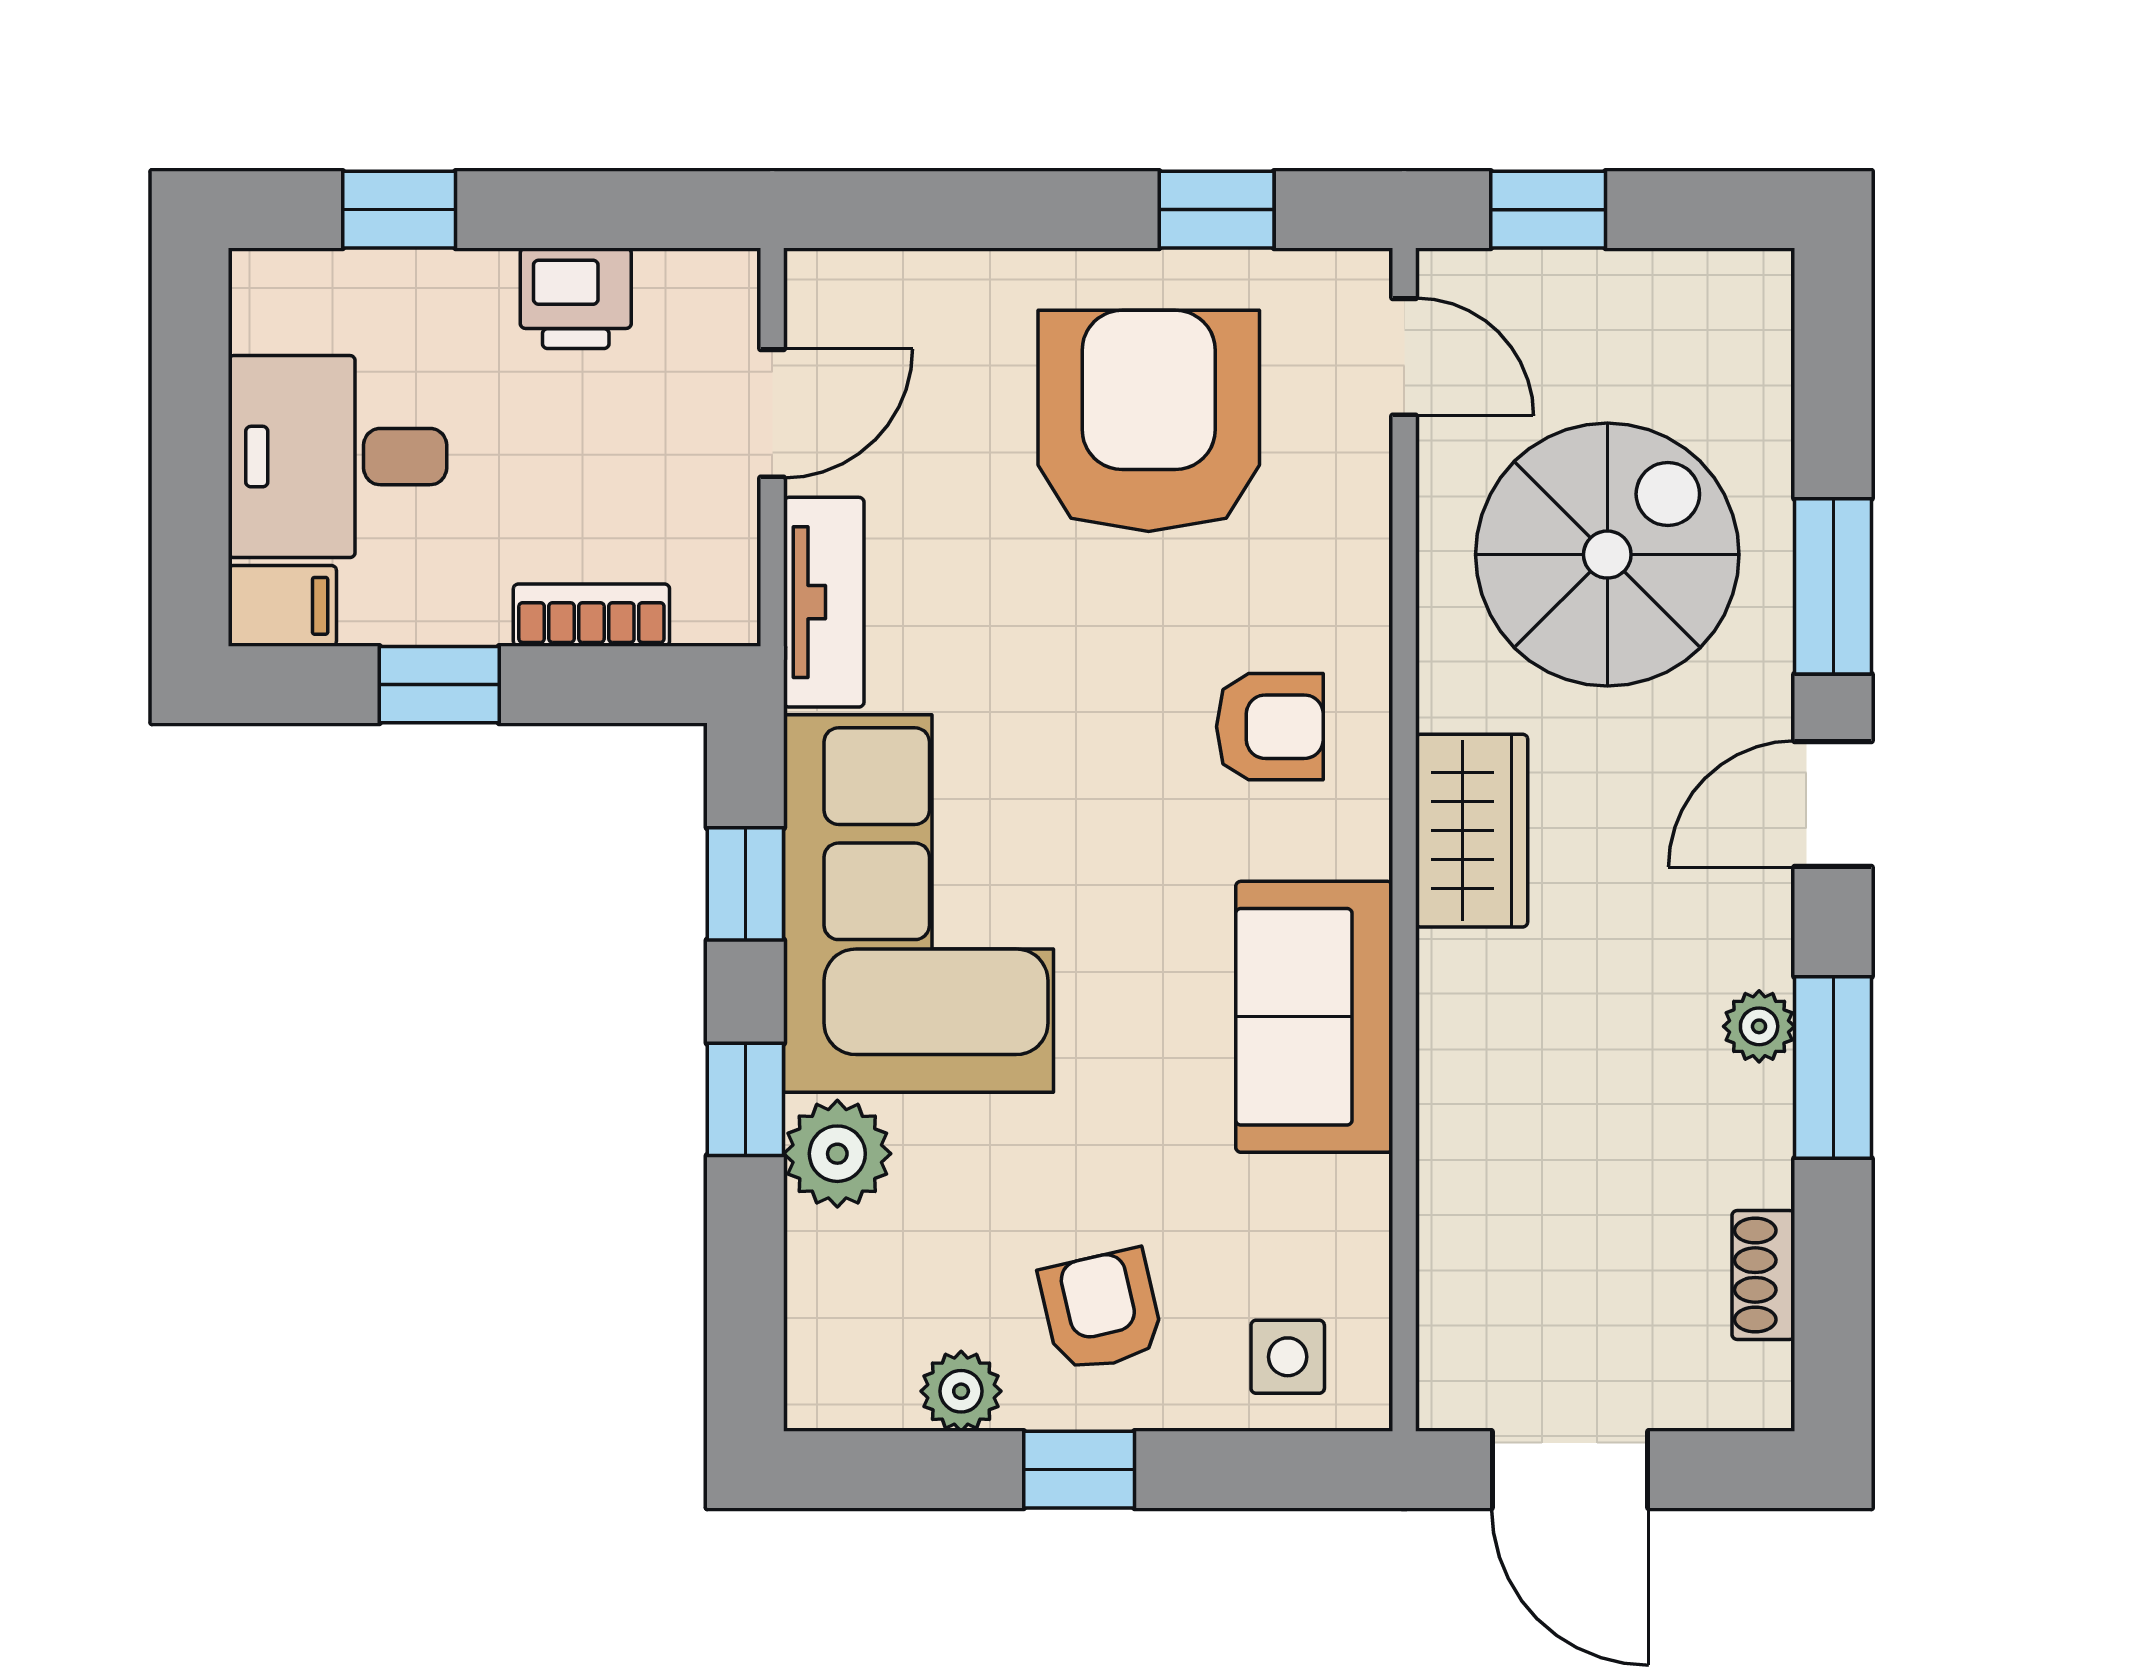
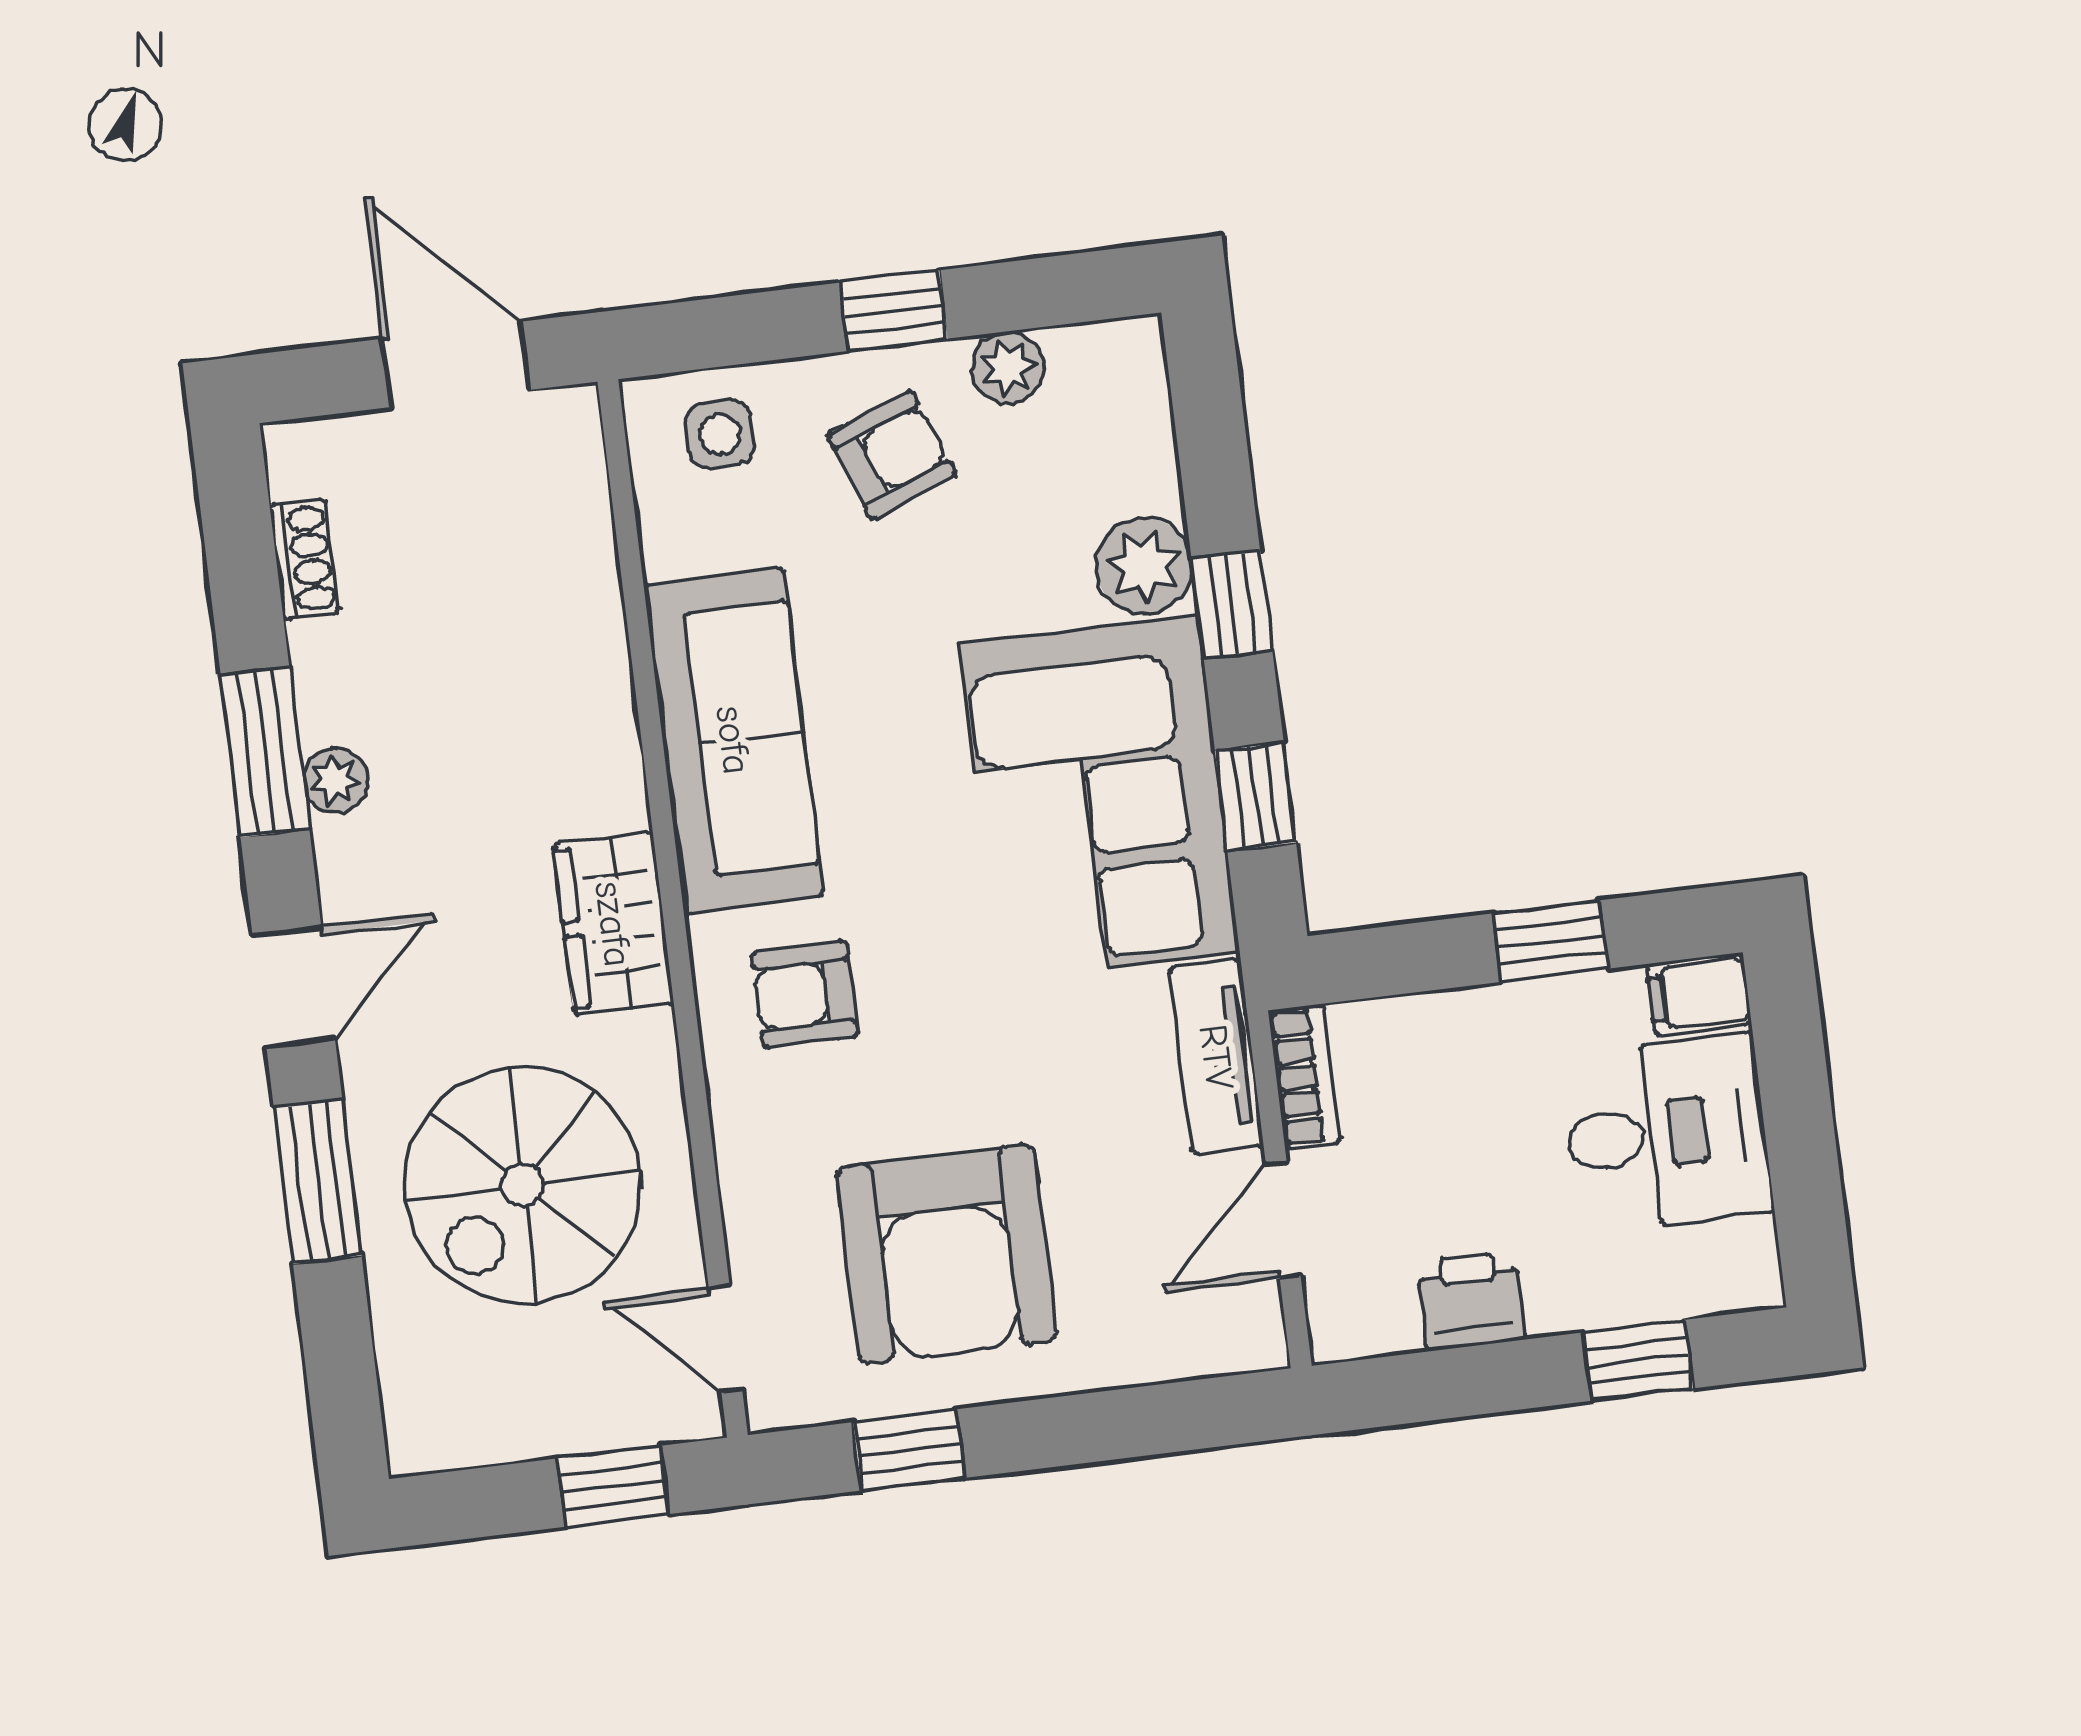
bookcase: (591, 615) -> (1304, 1077), moved, turned -90
sofa: (1314, 1017) -> (733, 740), width x1.36
armchair: (1101, 1310) -> (891, 455), turned -98

